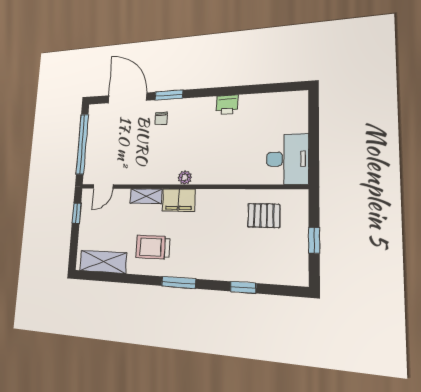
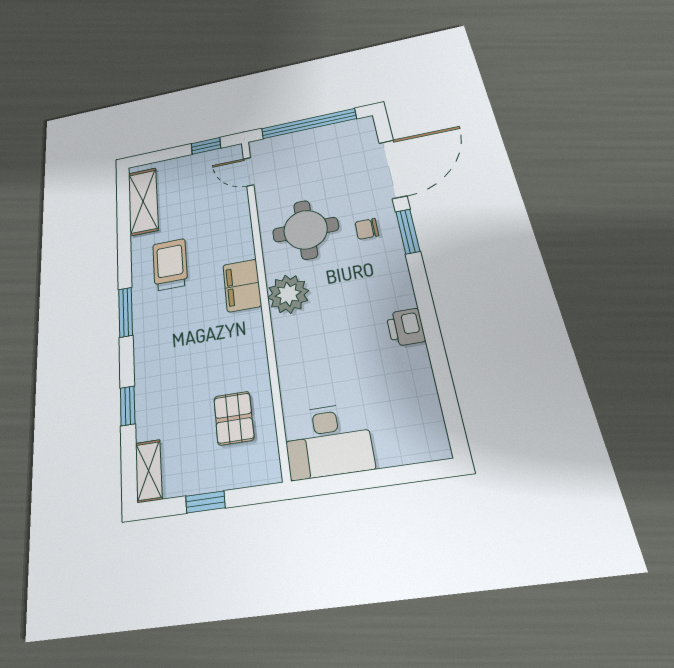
round table: (152, 155) -> (306, 230), added
plant: (185, 177) -> (288, 294), width x1.87, depth x1.87
shelving: (146, 196) -> (149, 471), moved

